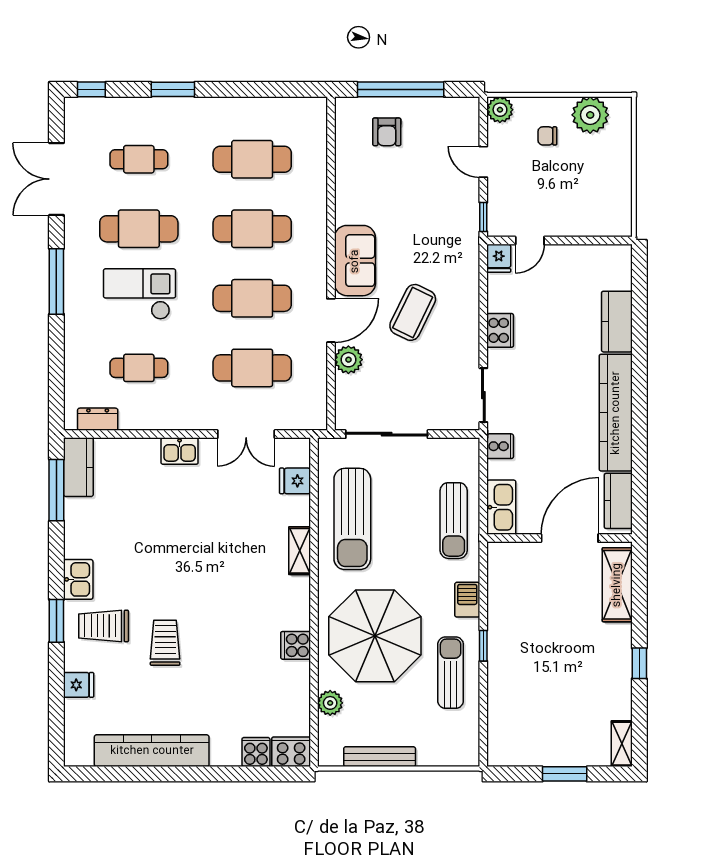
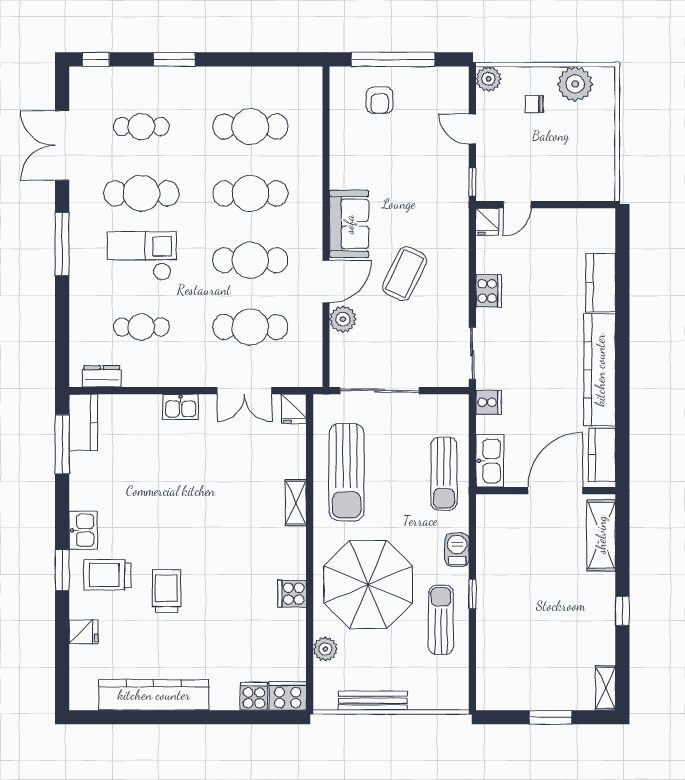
fridge: (295, 481) -> (294, 409), moved, turned -90

